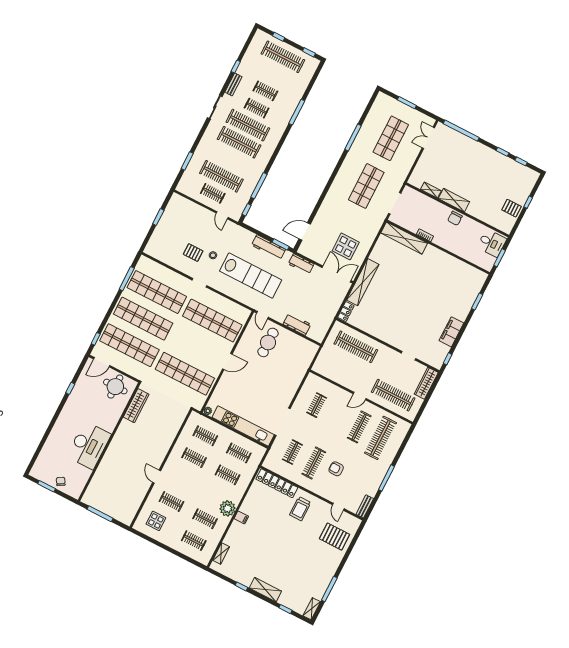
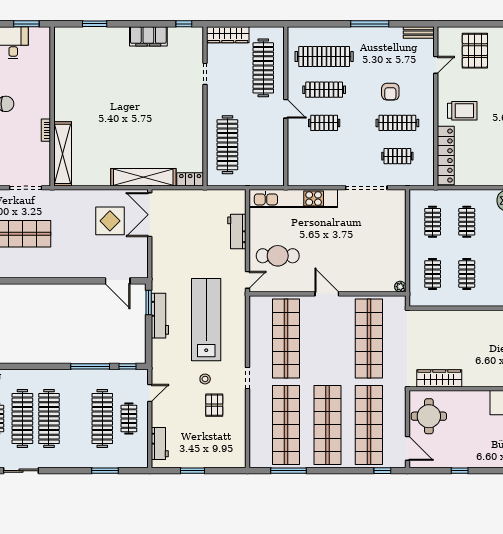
workbench: (301, 264) -> (160, 443), moved
clothes rail: (317, 405) -> (324, 123), moved
kitchen unit: (243, 426) -> (293, 199), moved, turned -90

